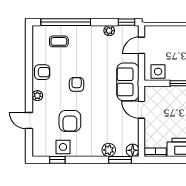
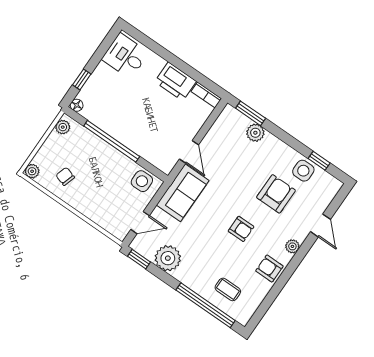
plant: (109, 31) -> (168, 258), width x1.88, depth x1.88
armchair: (77, 84) -> (241, 229), turned -90
floor lamp: (133, 150) -> (230, 114), removed

